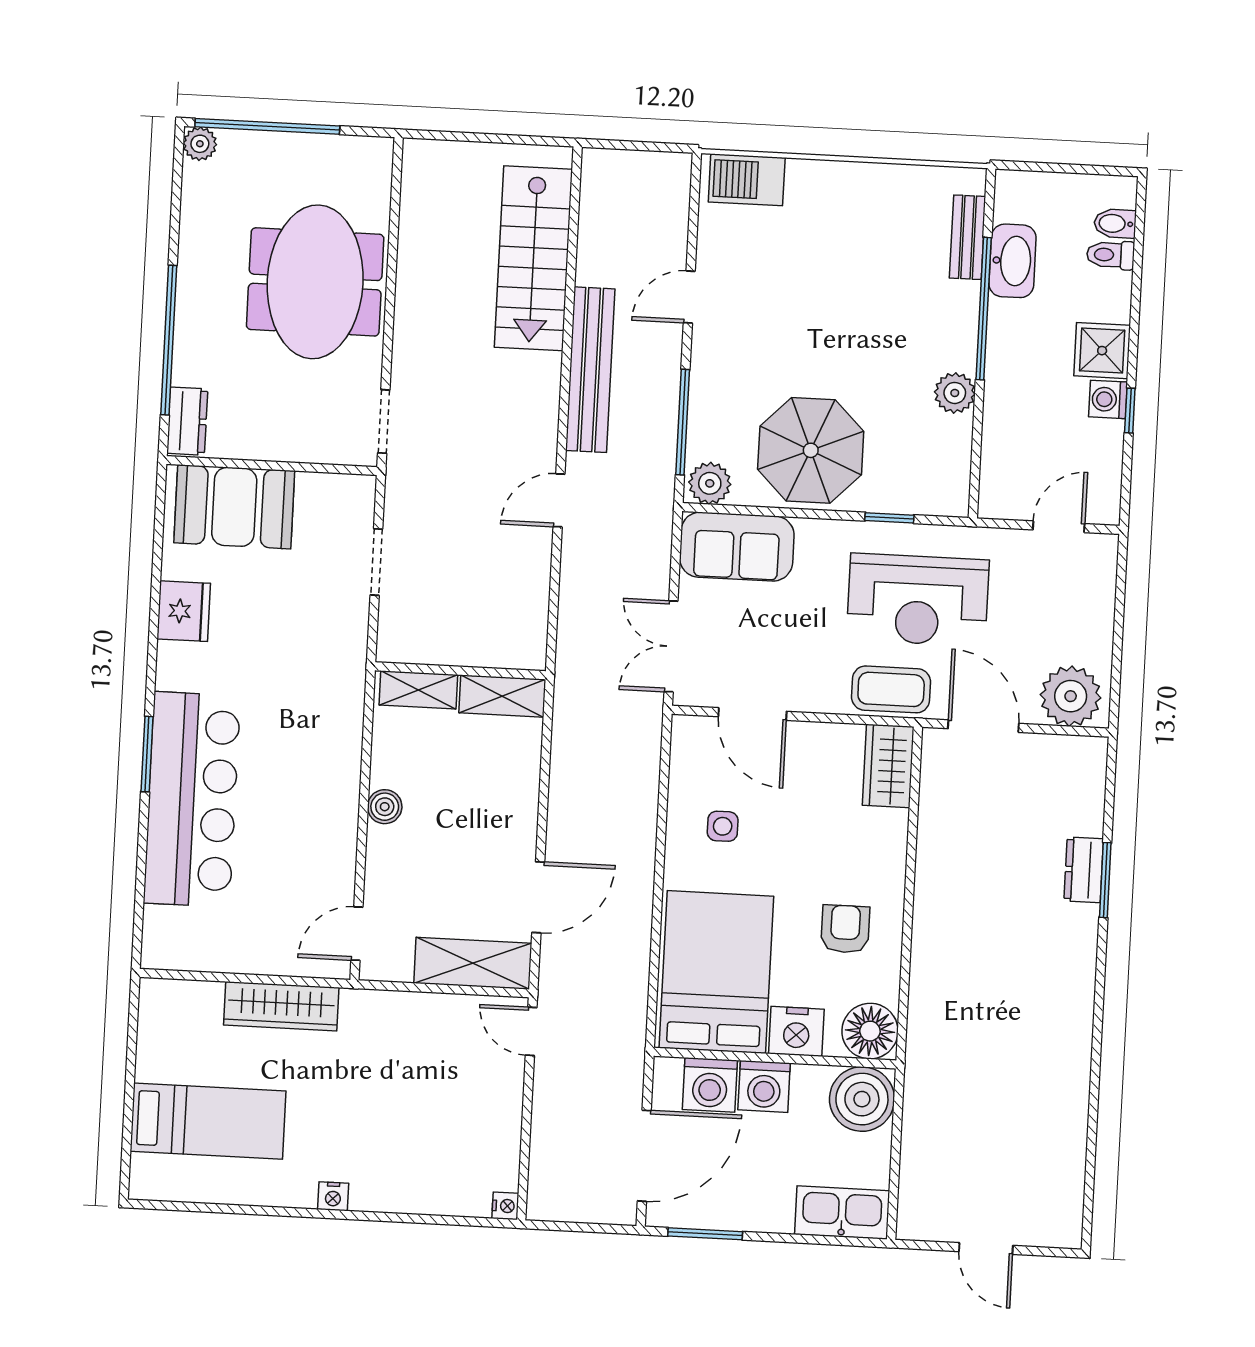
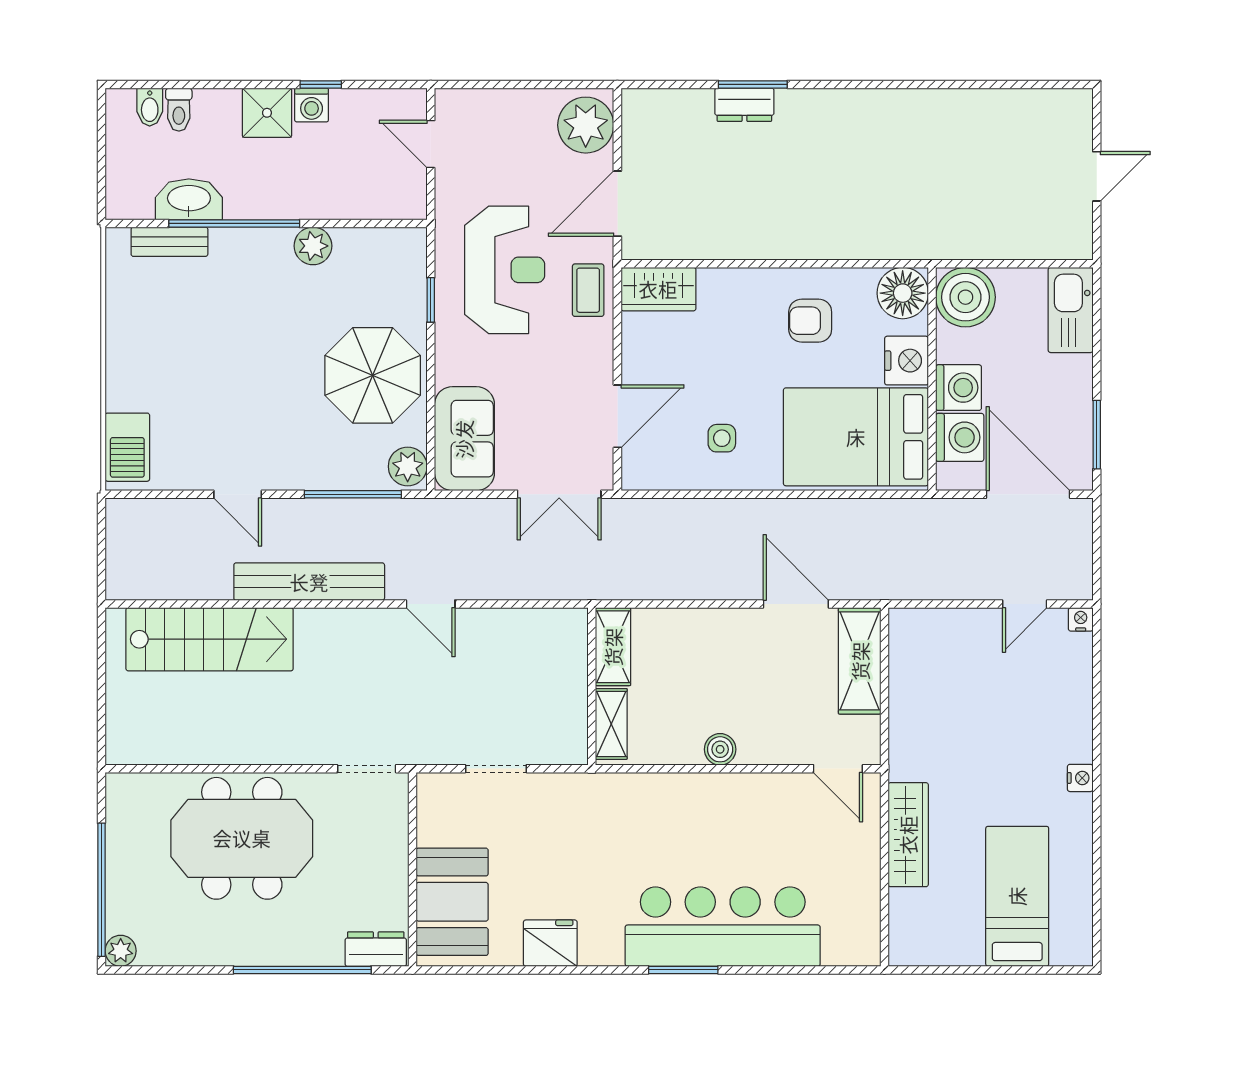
coffee table: (891, 689) -> (588, 290), width x0.73, depth x0.77
door: (531, 1031) -> (1025, 604), moved

